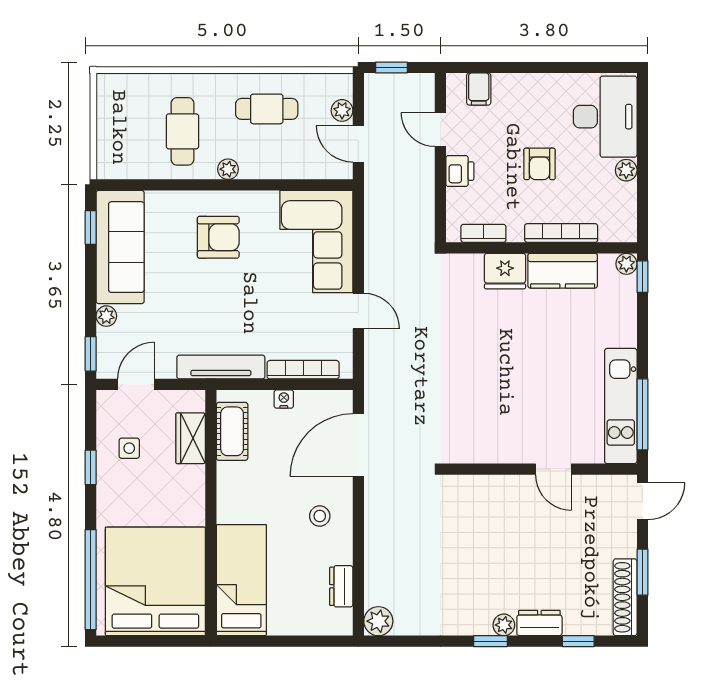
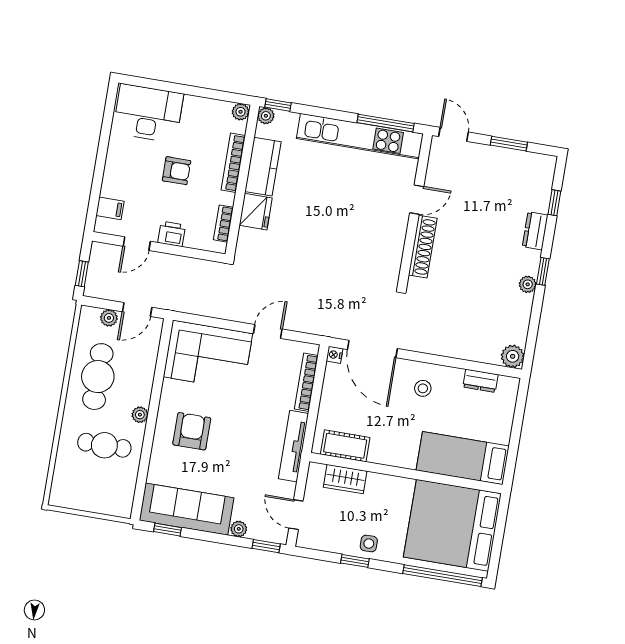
cafe table: (267, 109) -> (98, 377), width x1.37, depth x1.35
plant: (626, 170) -> (241, 112), moved
nightstand: (284, 399) -> (334, 355), moved
kitchen unit: (621, 406) -> (360, 136), width x1.36
side table: (129, 448) -> (369, 544), moved
shoe rack: (625, 597) -> (423, 247), moved, turned -90
plant: (504, 625) -> (528, 284), moved

